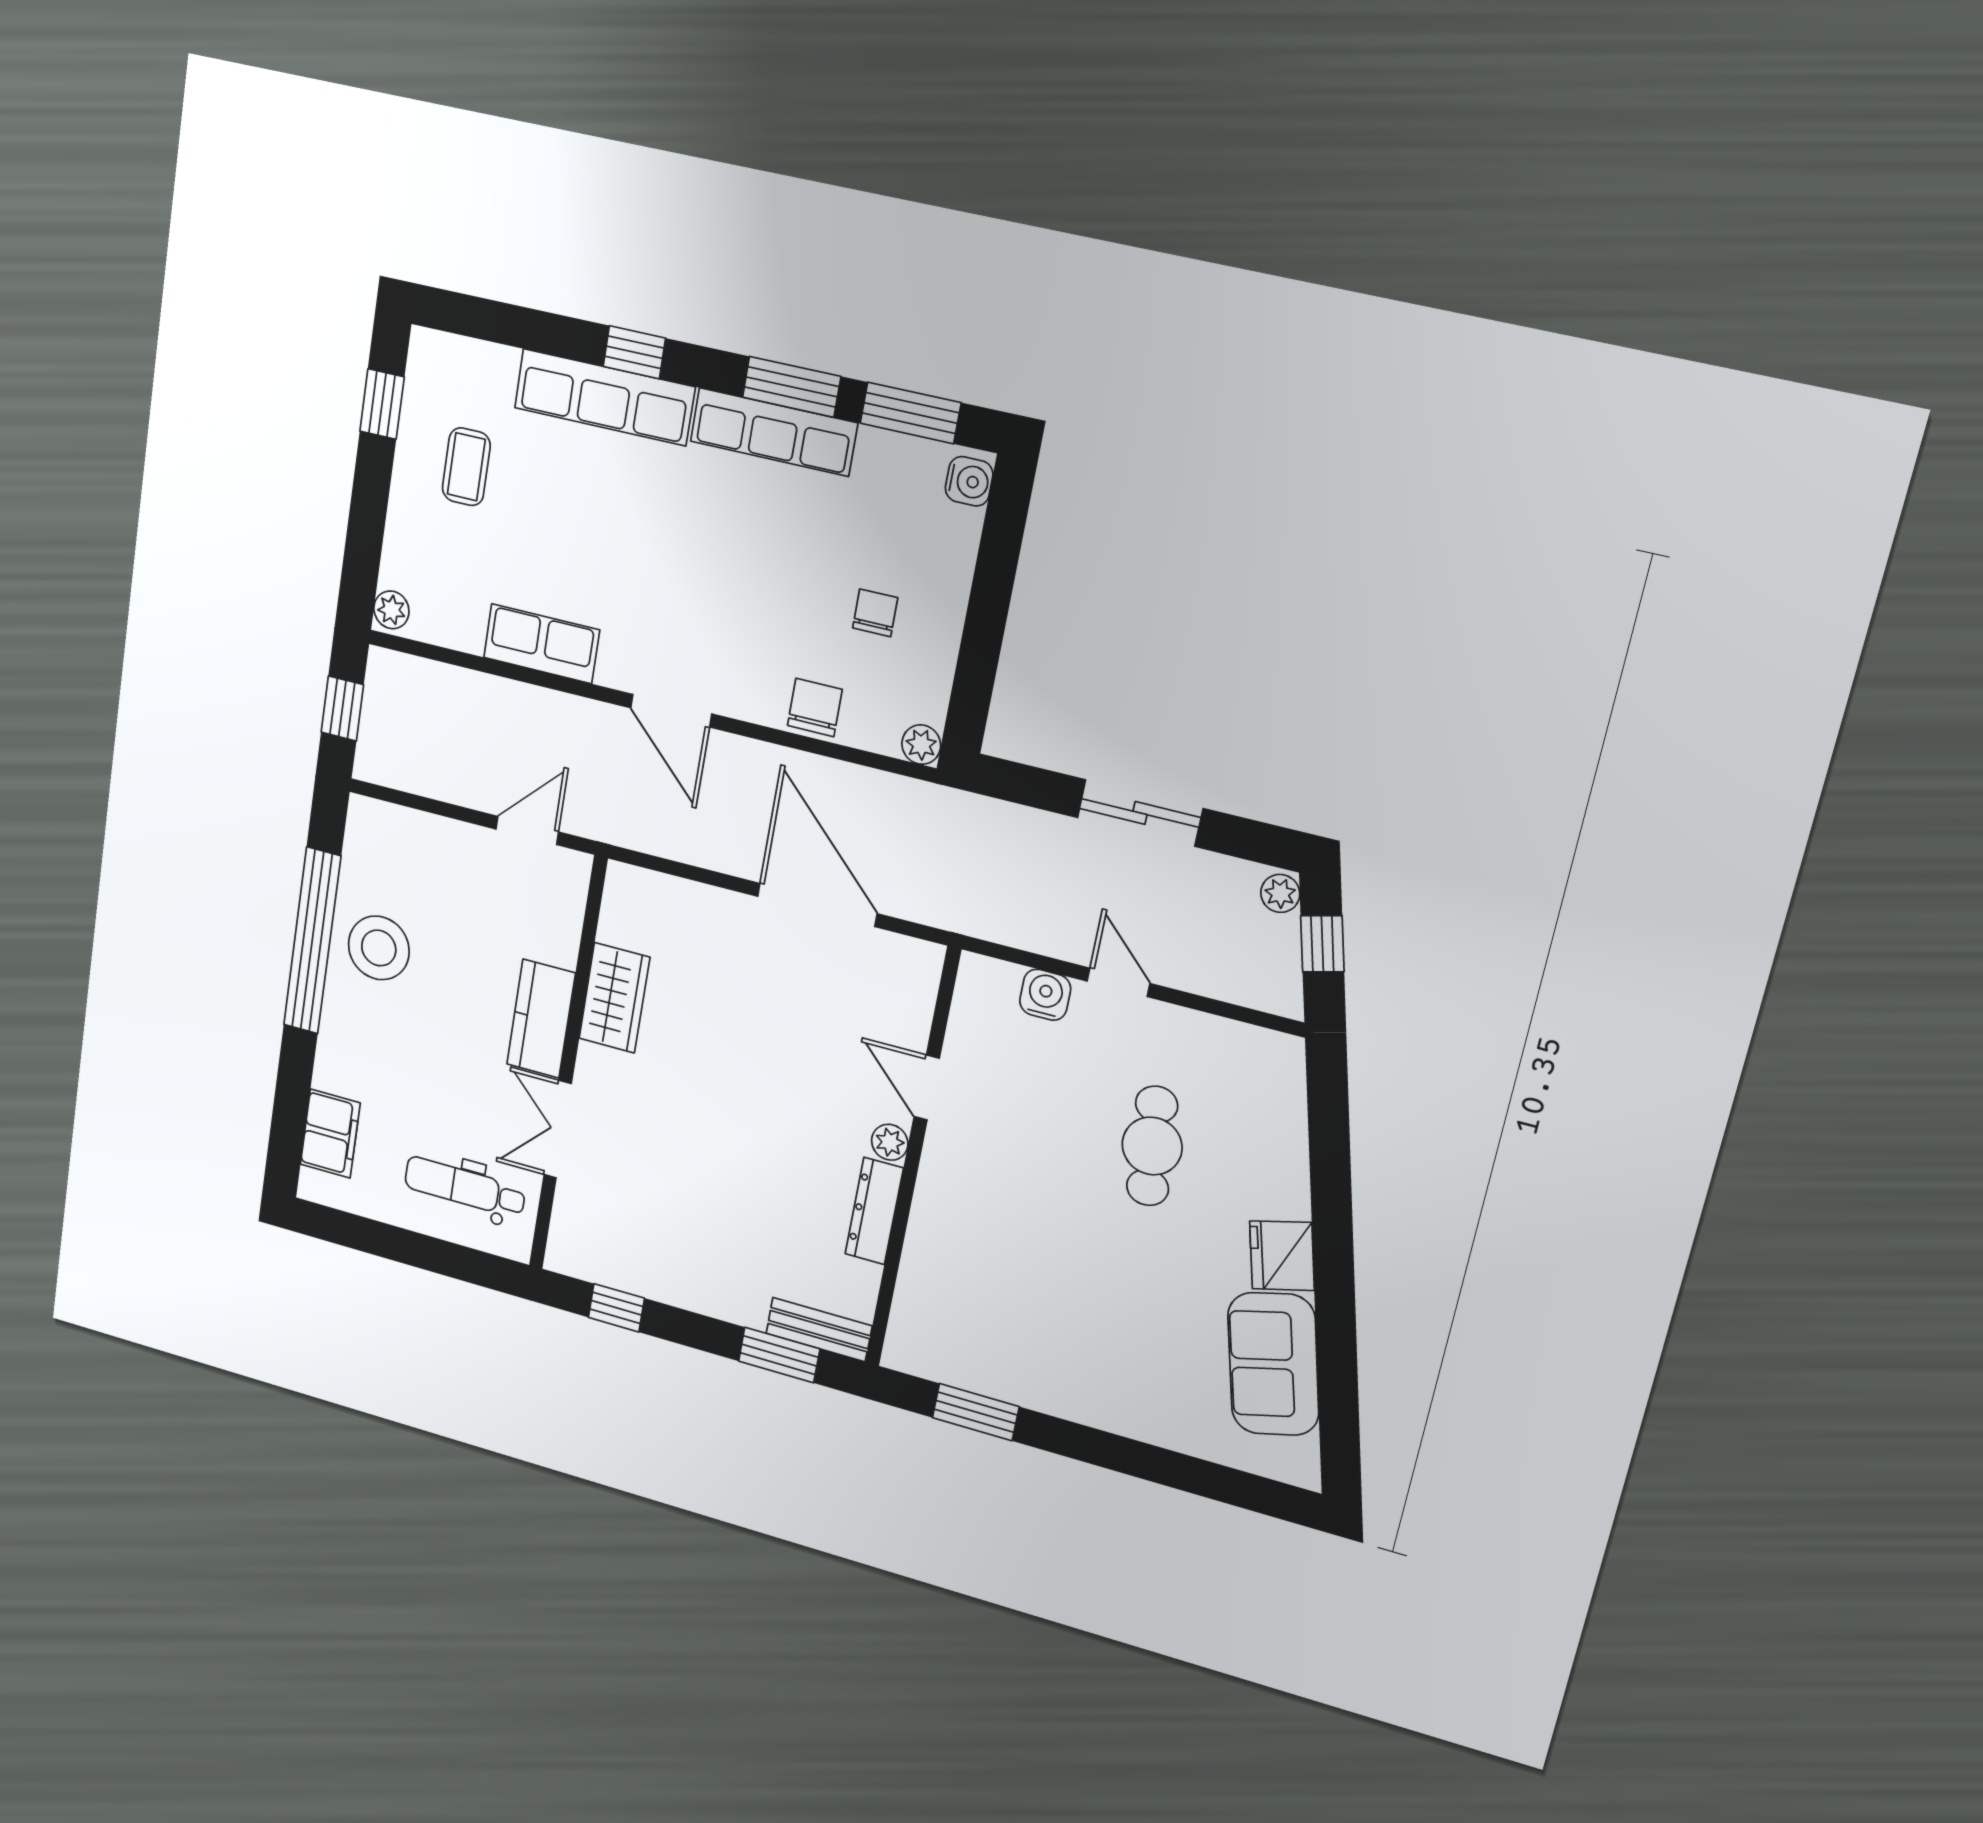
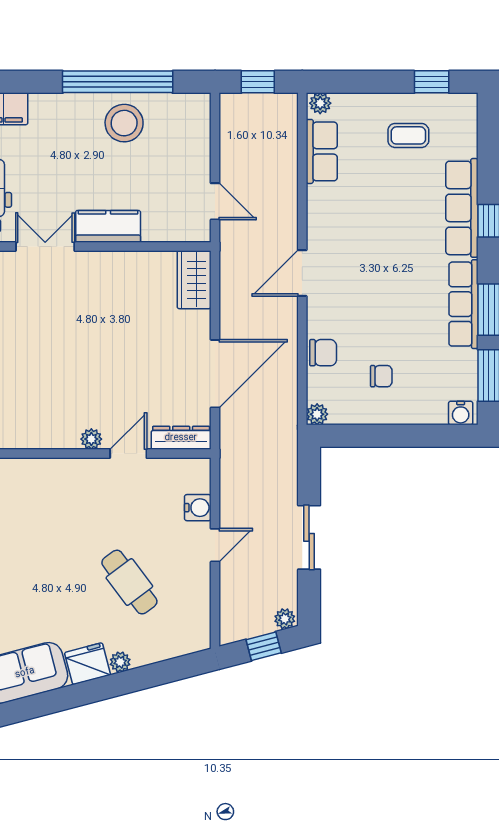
row of seats: (542, 644) -> (322, 151), moved
wardrobe: (614, 998) -> (194, 280), moved, turned 90
cafe table: (1152, 1146) -> (129, 582), turned 59
plant: (1292, 1200) -> (120, 662), added
dresser: (874, 1211) -> (181, 438), moved

